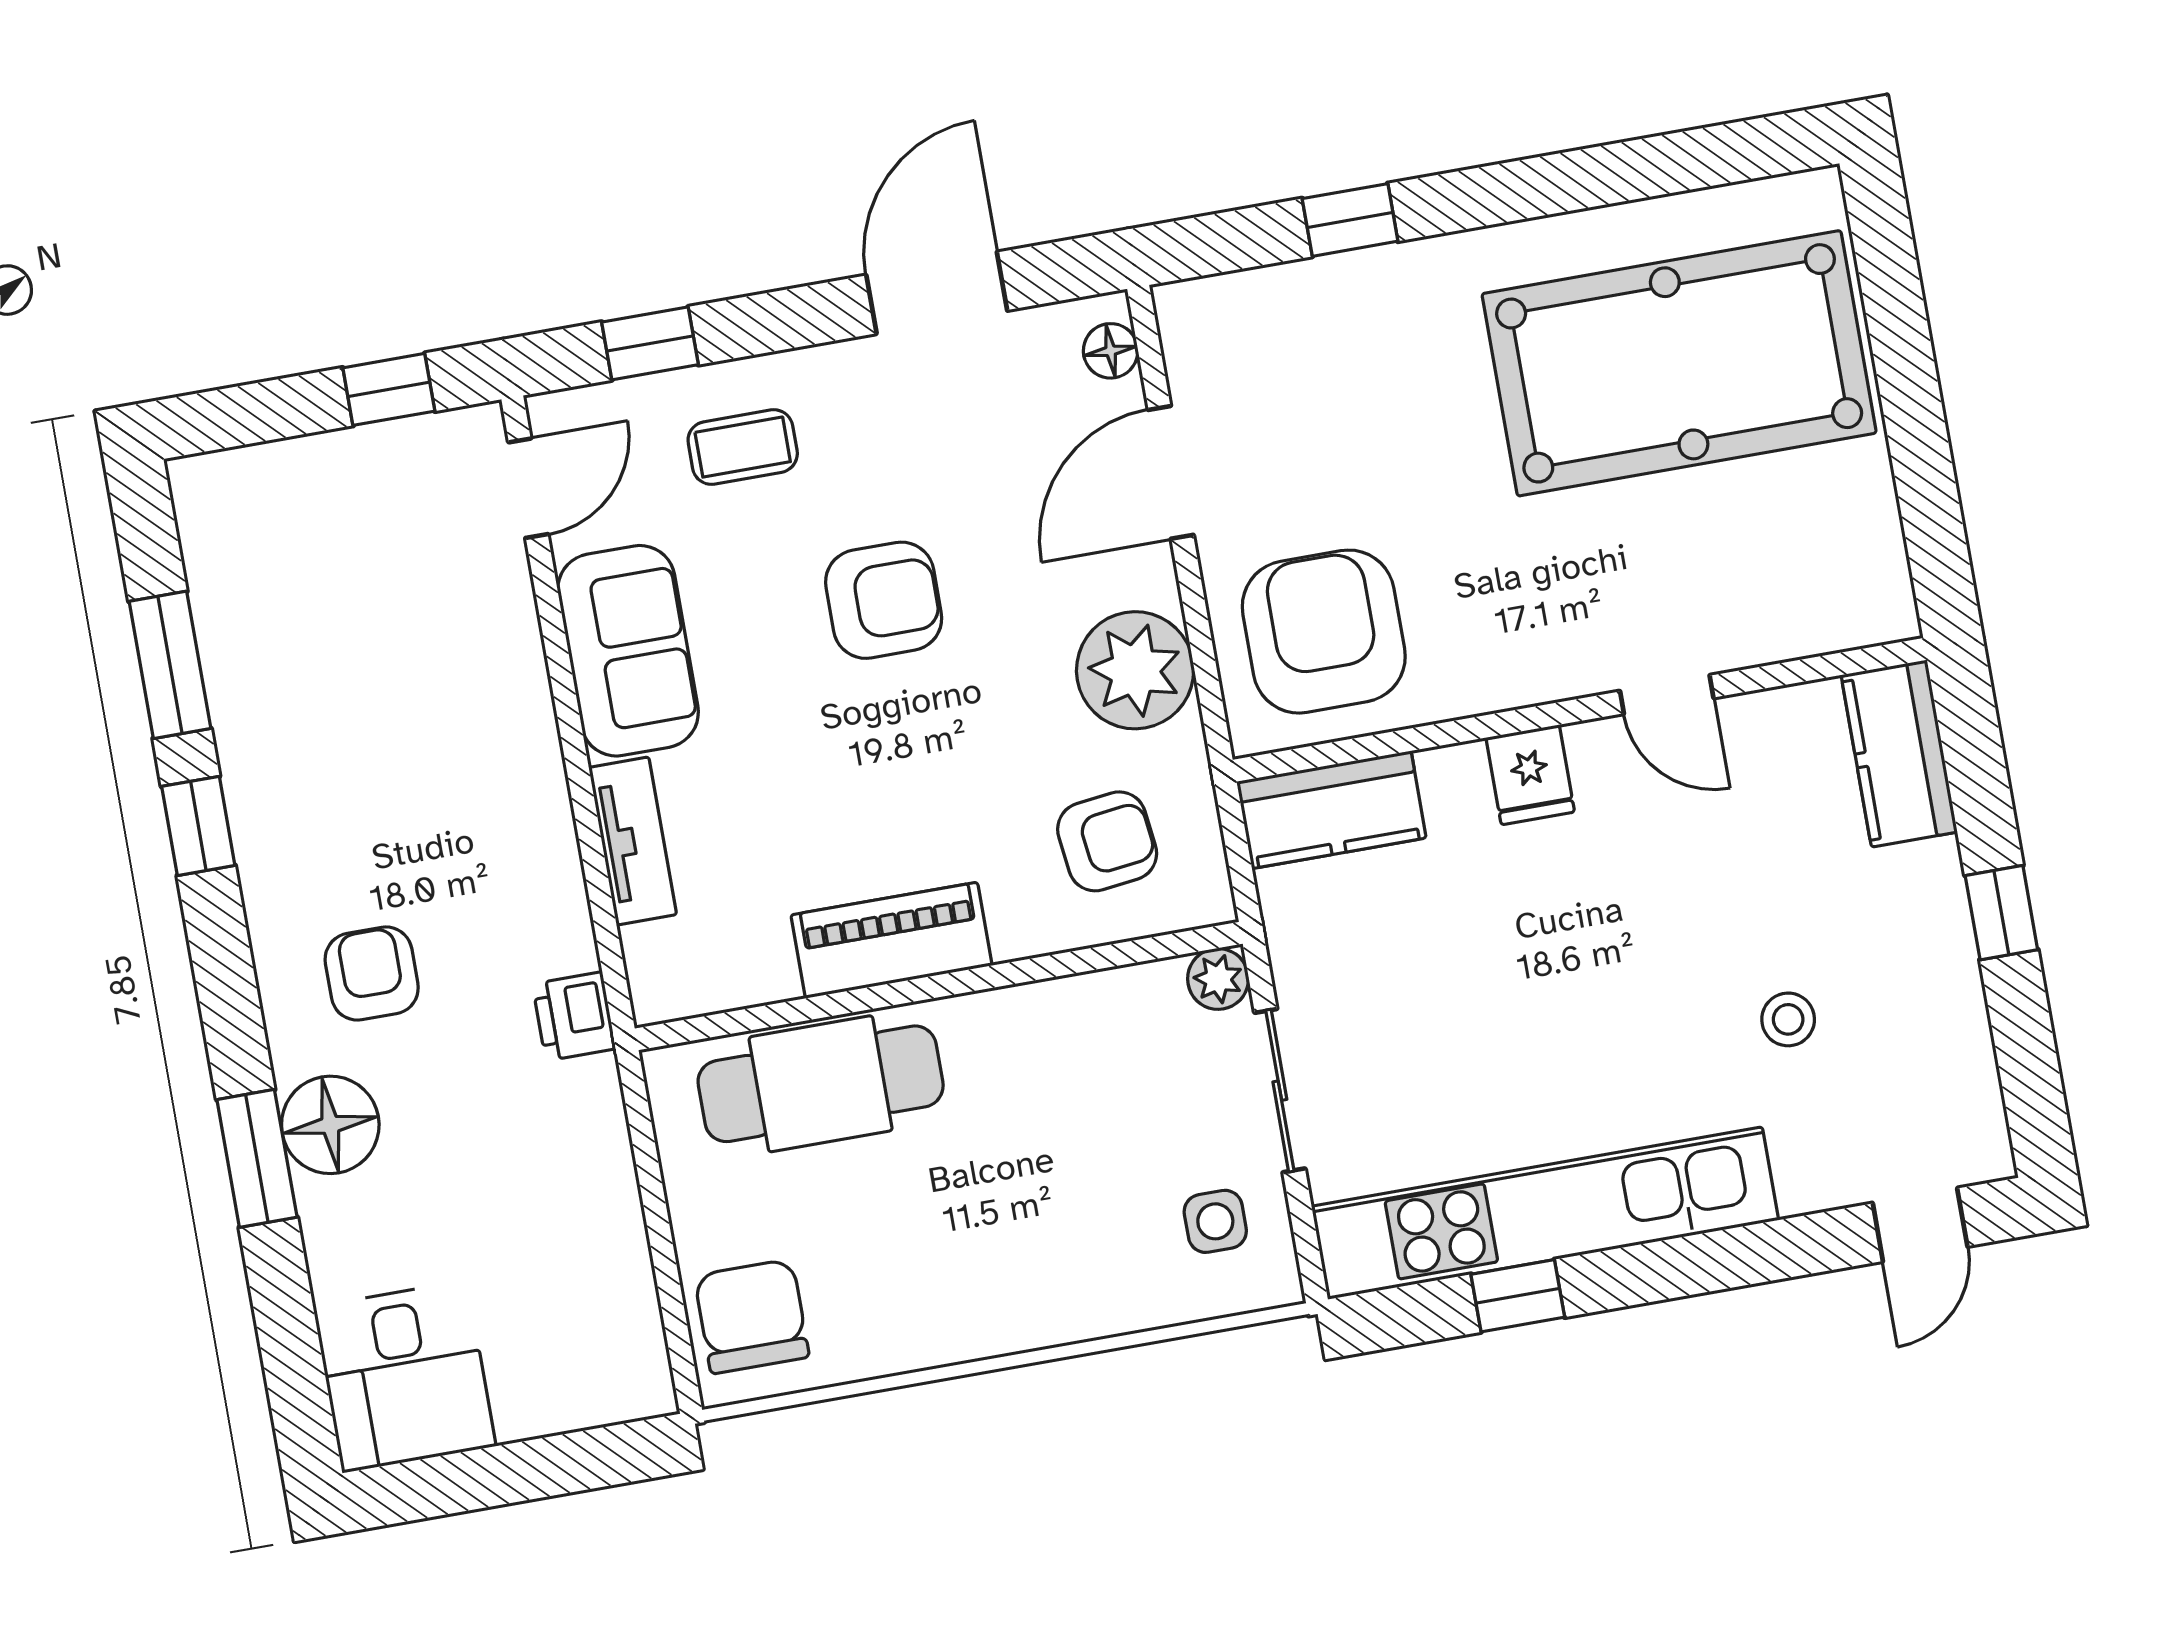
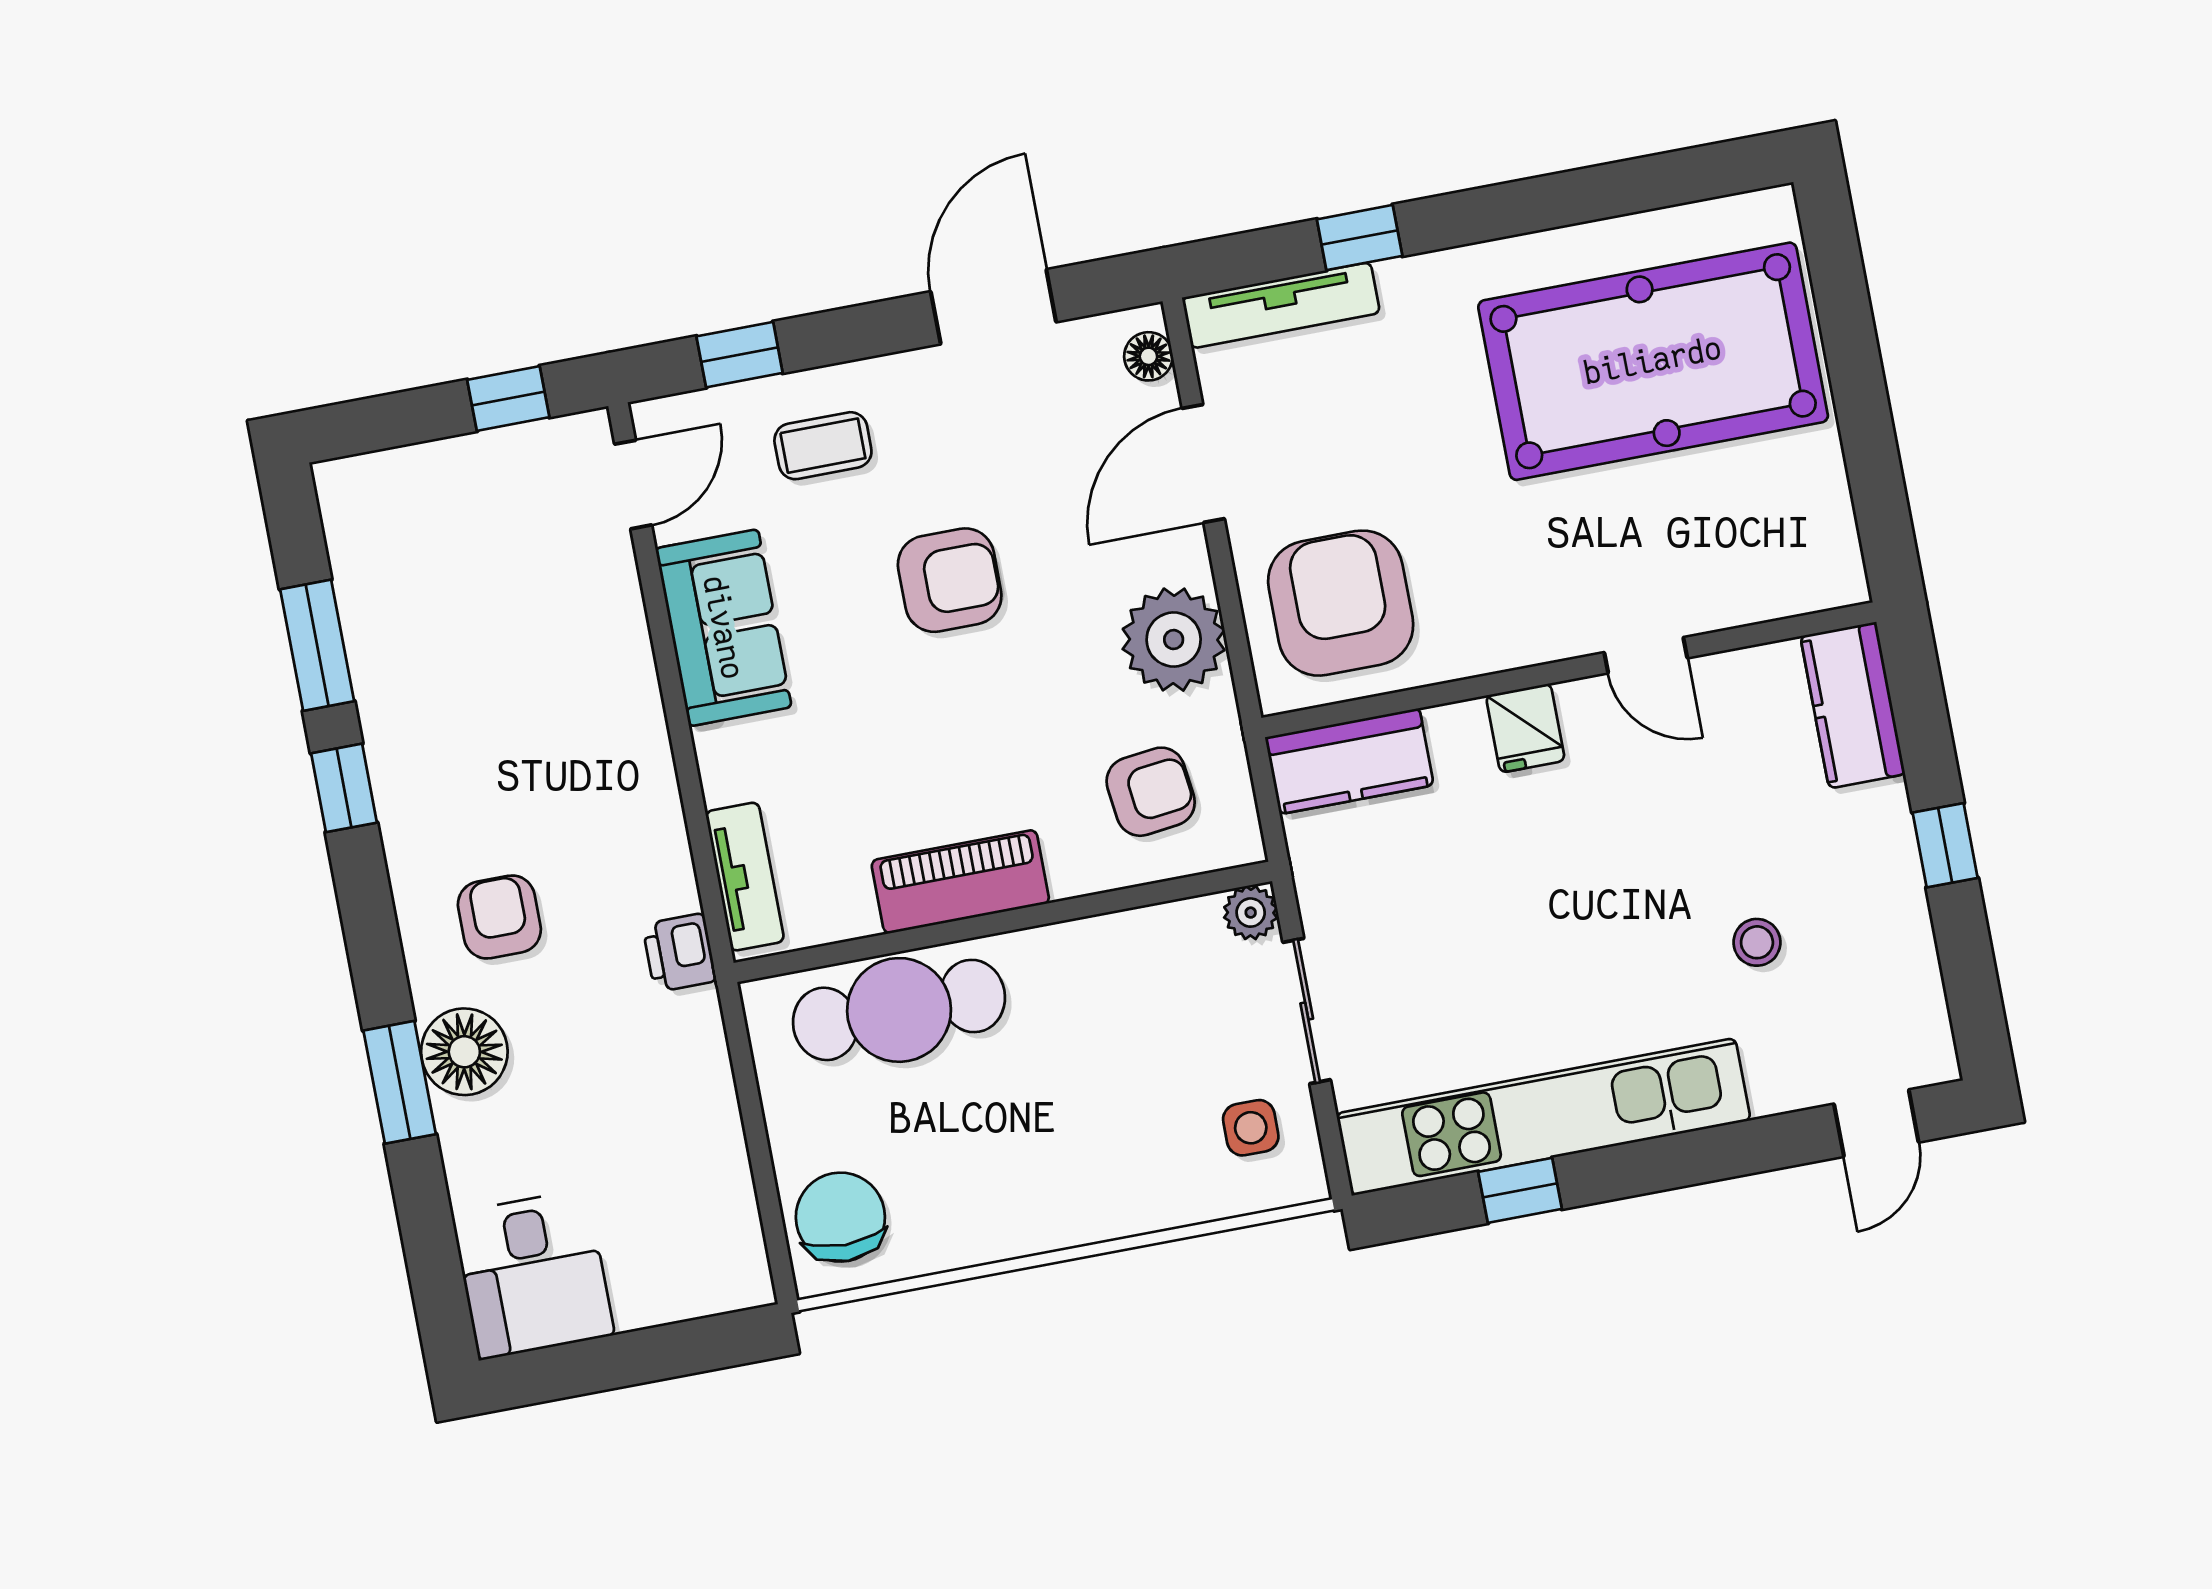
tv unit: (1261, 295) -> (1281, 305), added
tv unit: (633, 841) -> (745, 877), moved

